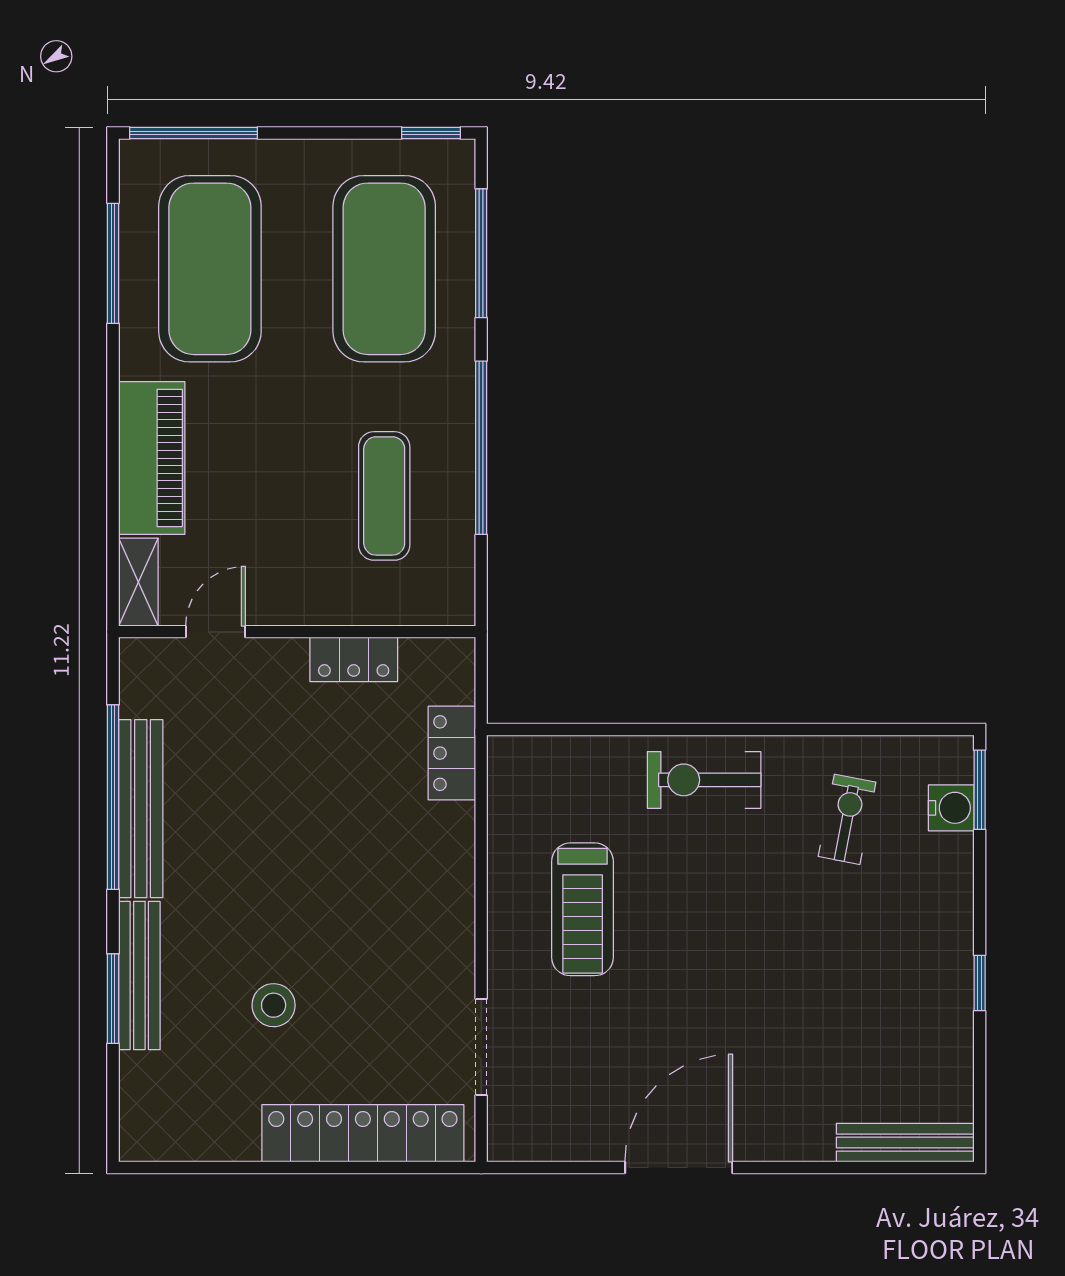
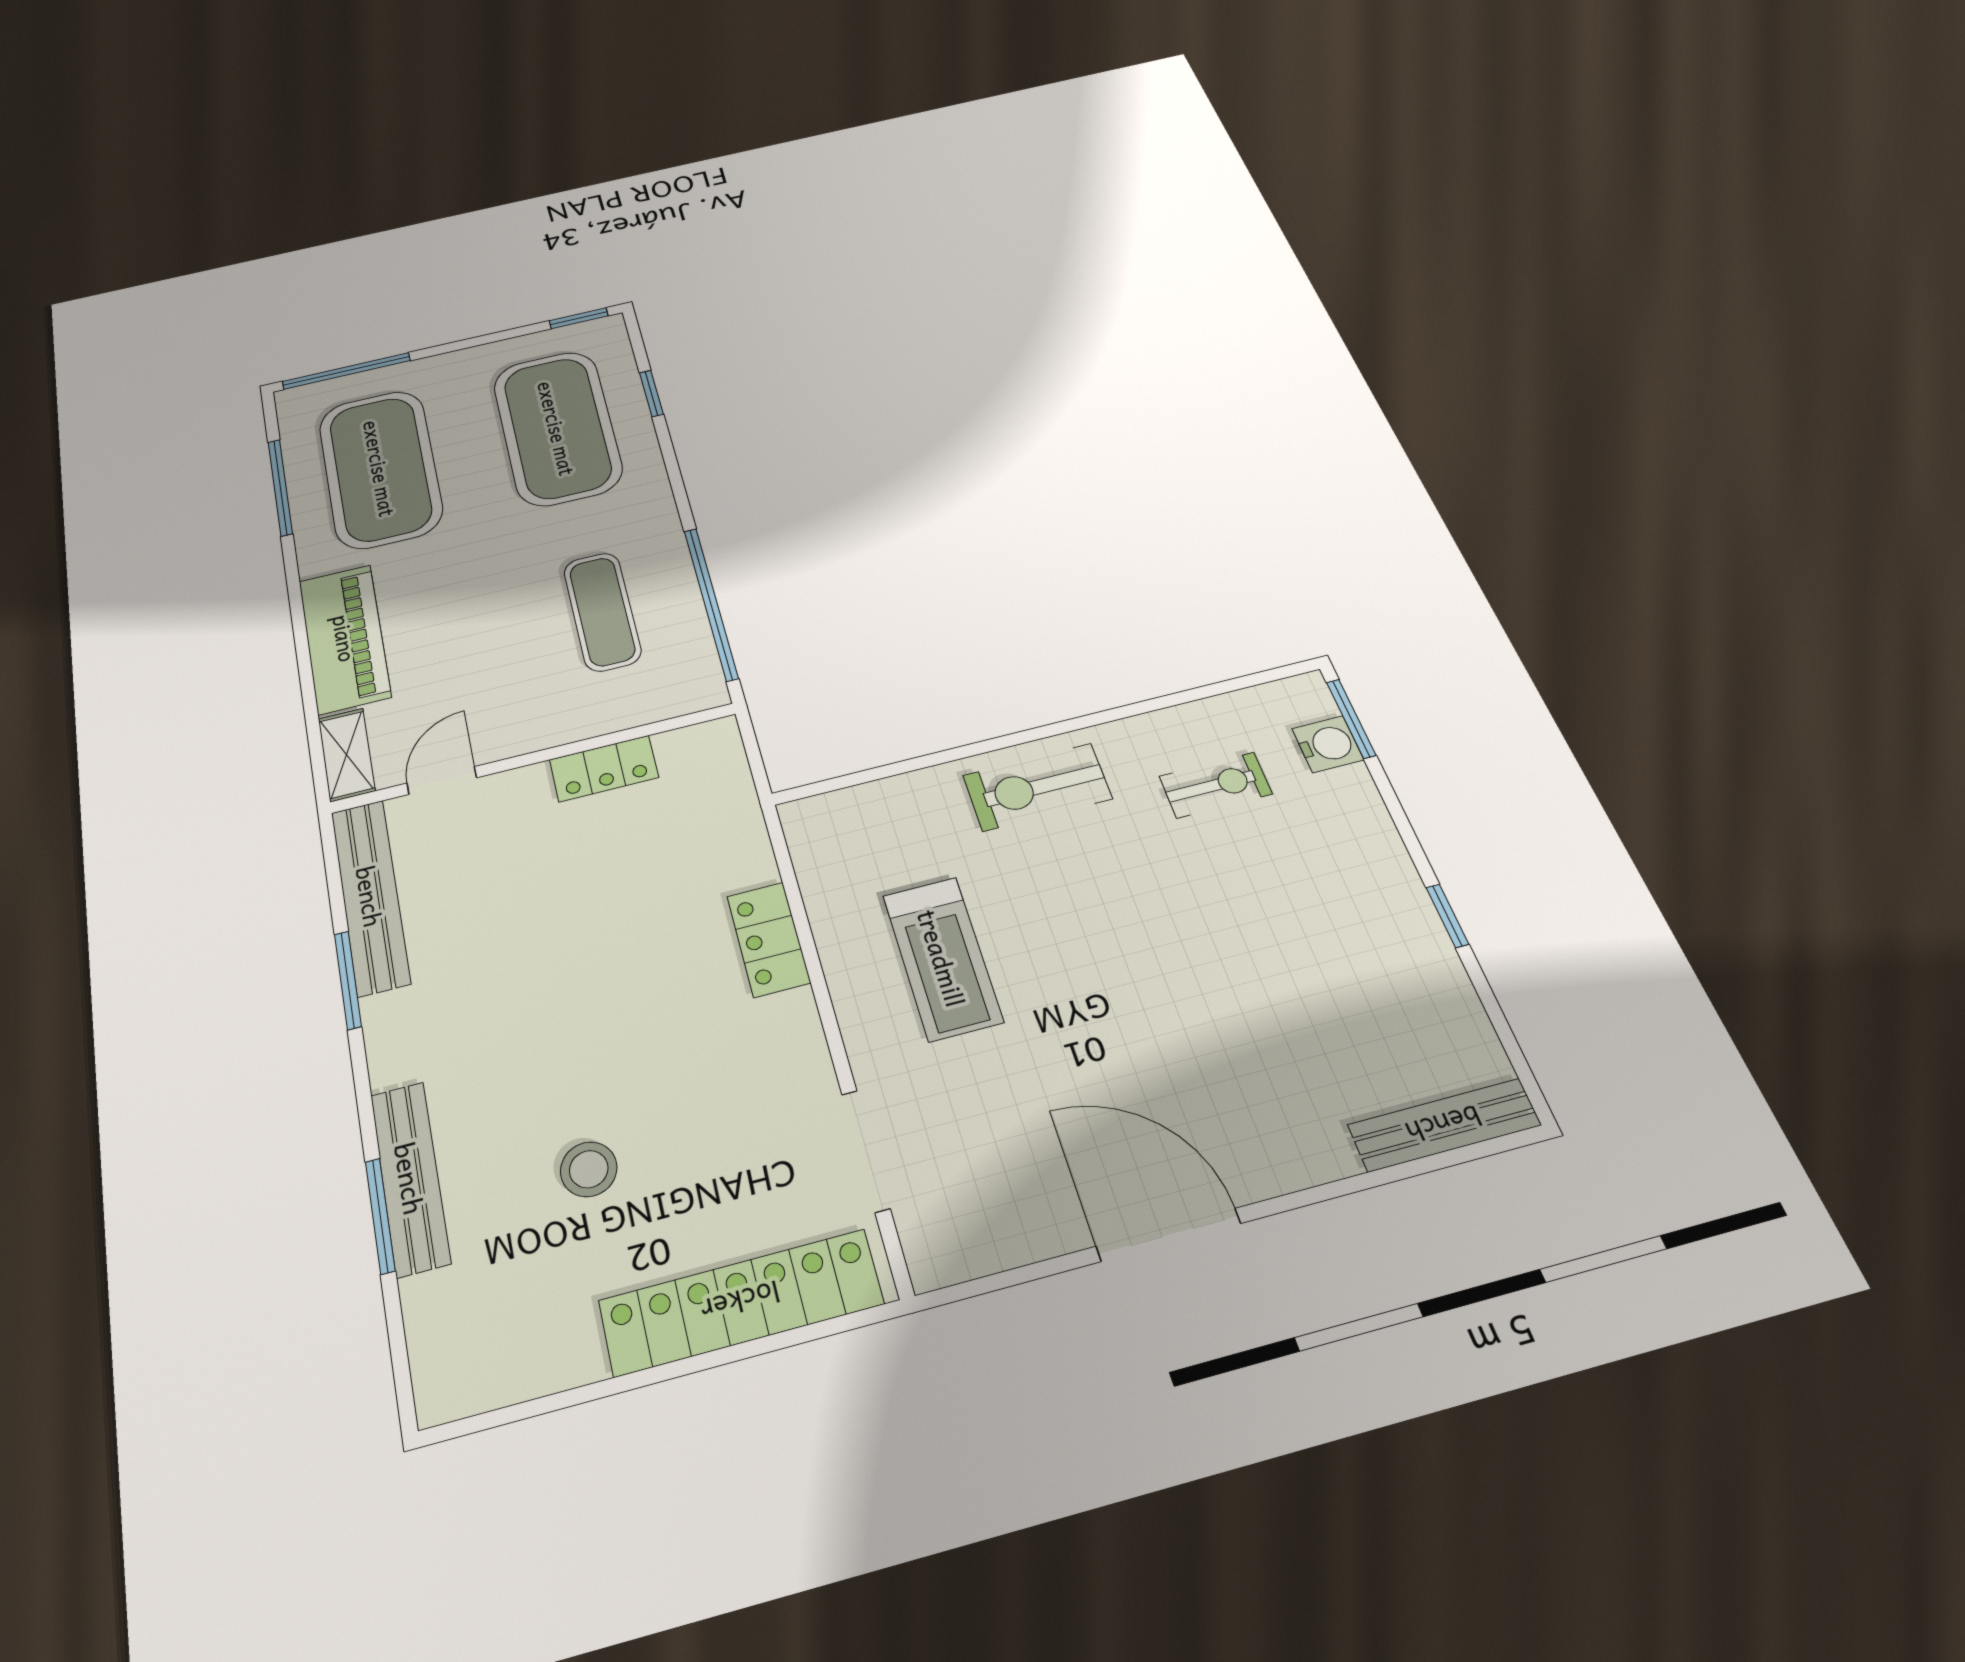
window: (481, 253) -> (651, 393), width x0.46
window: (481, 448) -> (711, 603), moved
locker: (452, 753) -> (768, 939), moved
window: (113, 797) -> (348, 980), width x0.47
bench: (141, 809) -> (370, 896), moved
exercise bike: (847, 819) -> (1216, 785), turned 79
door: (679, 1167) -> (1168, 1235), hinge flipped

